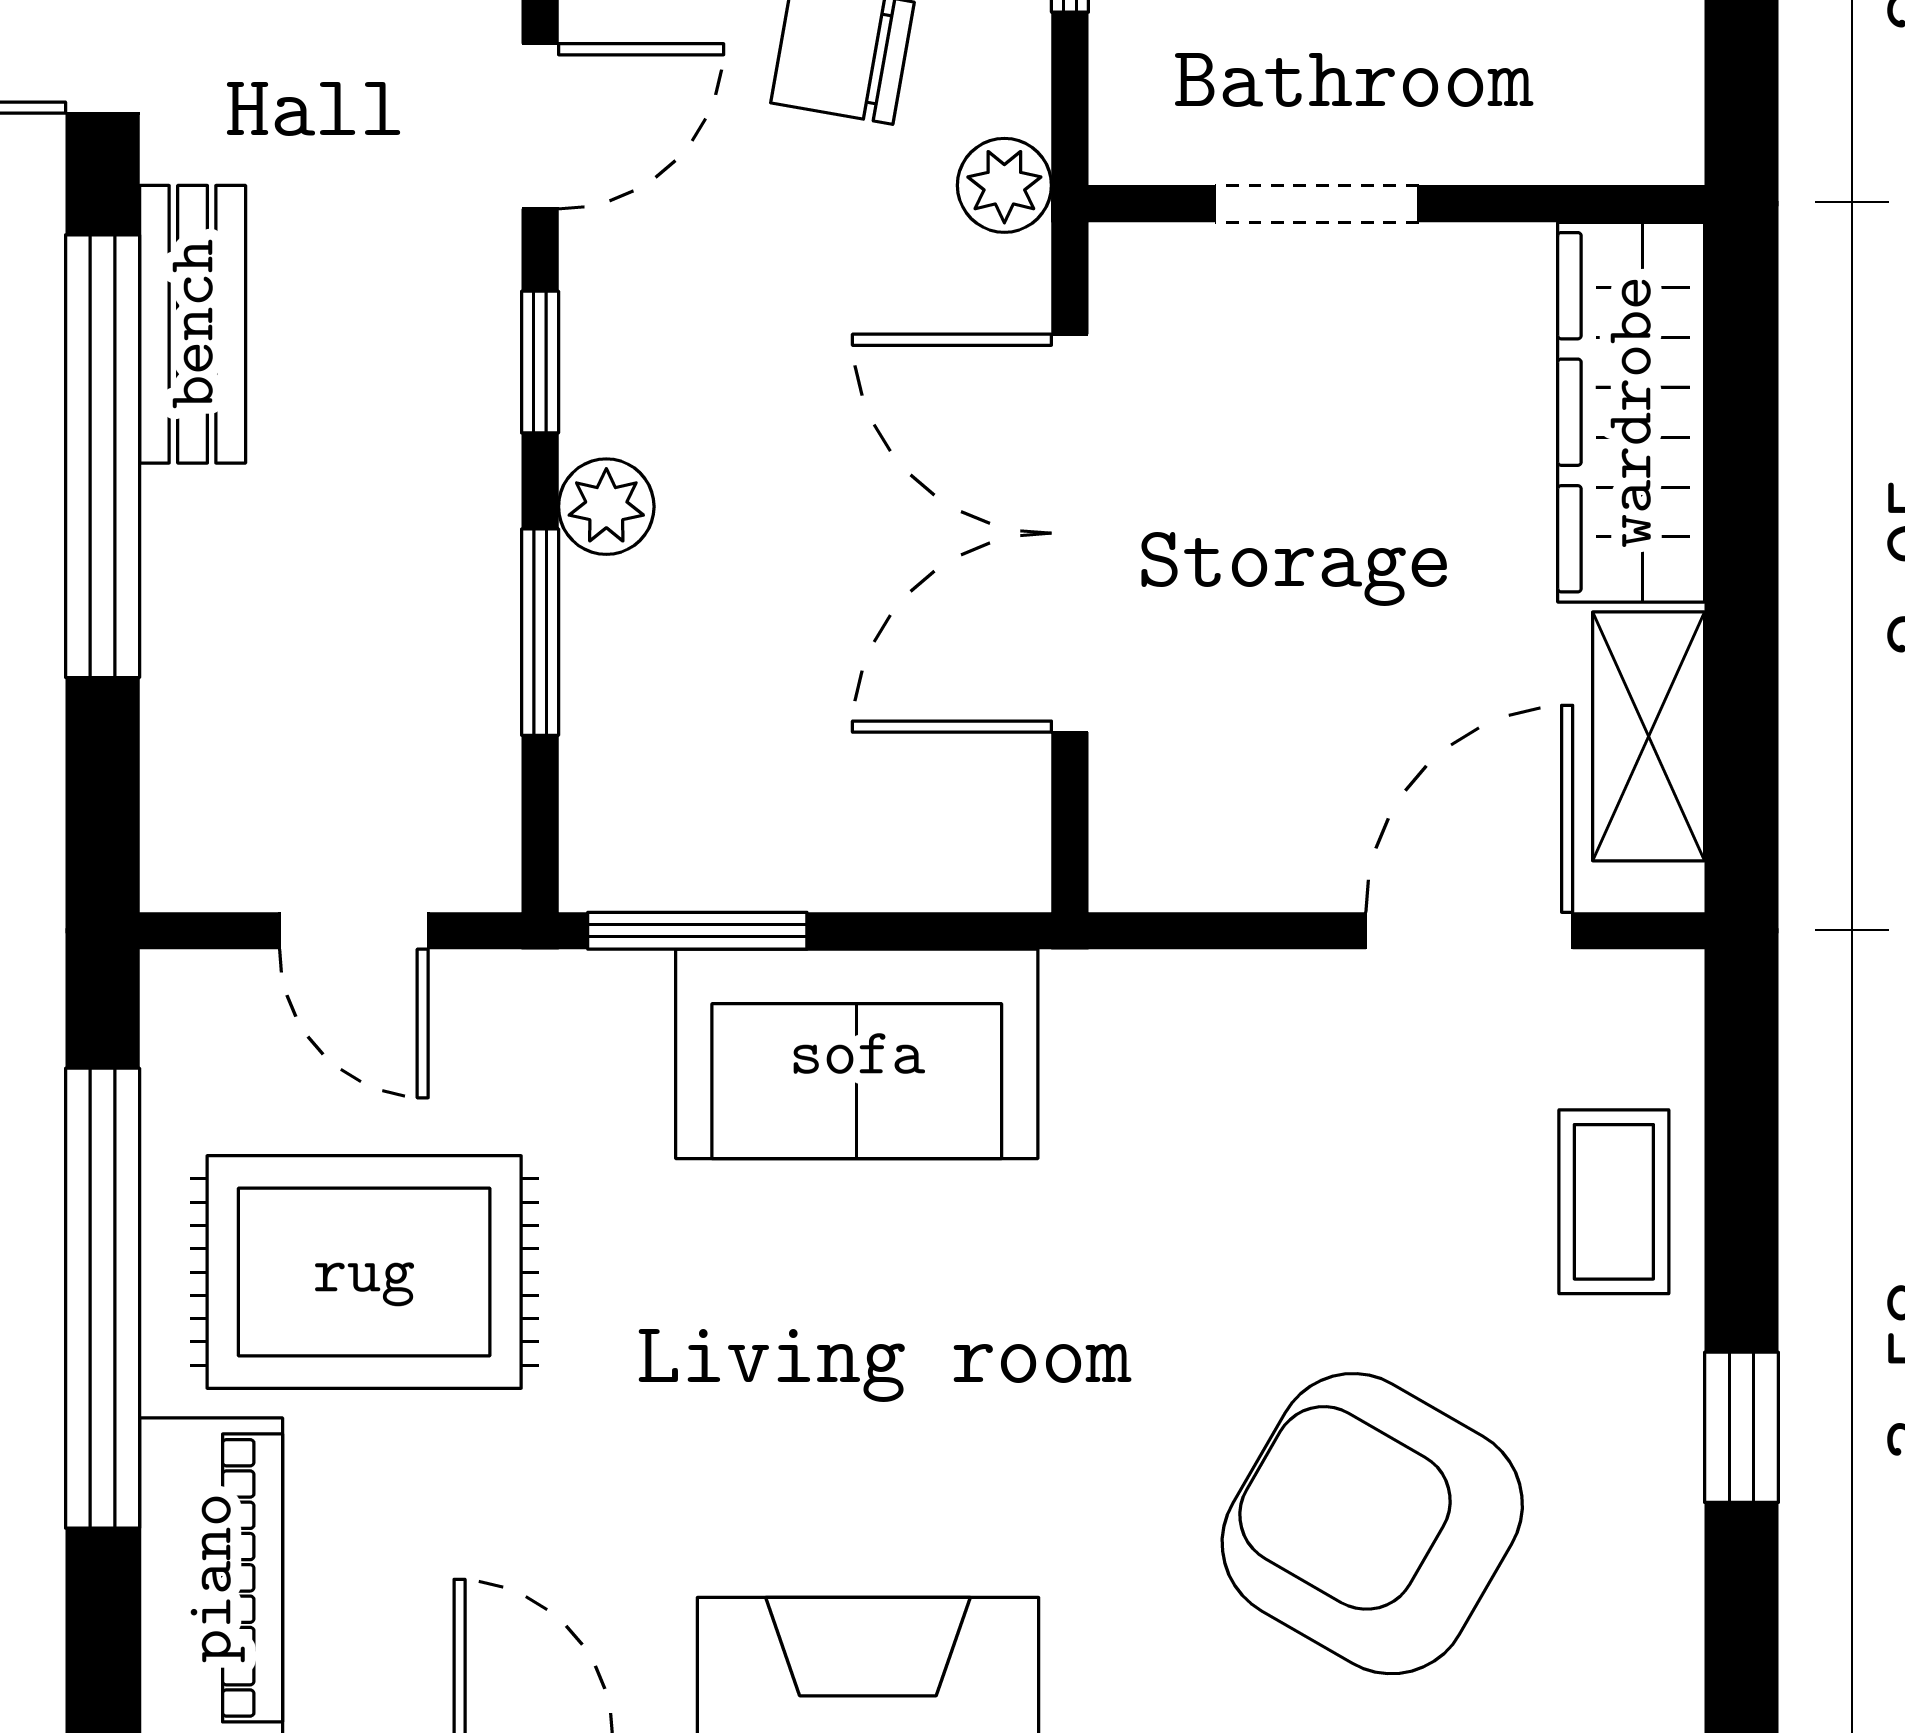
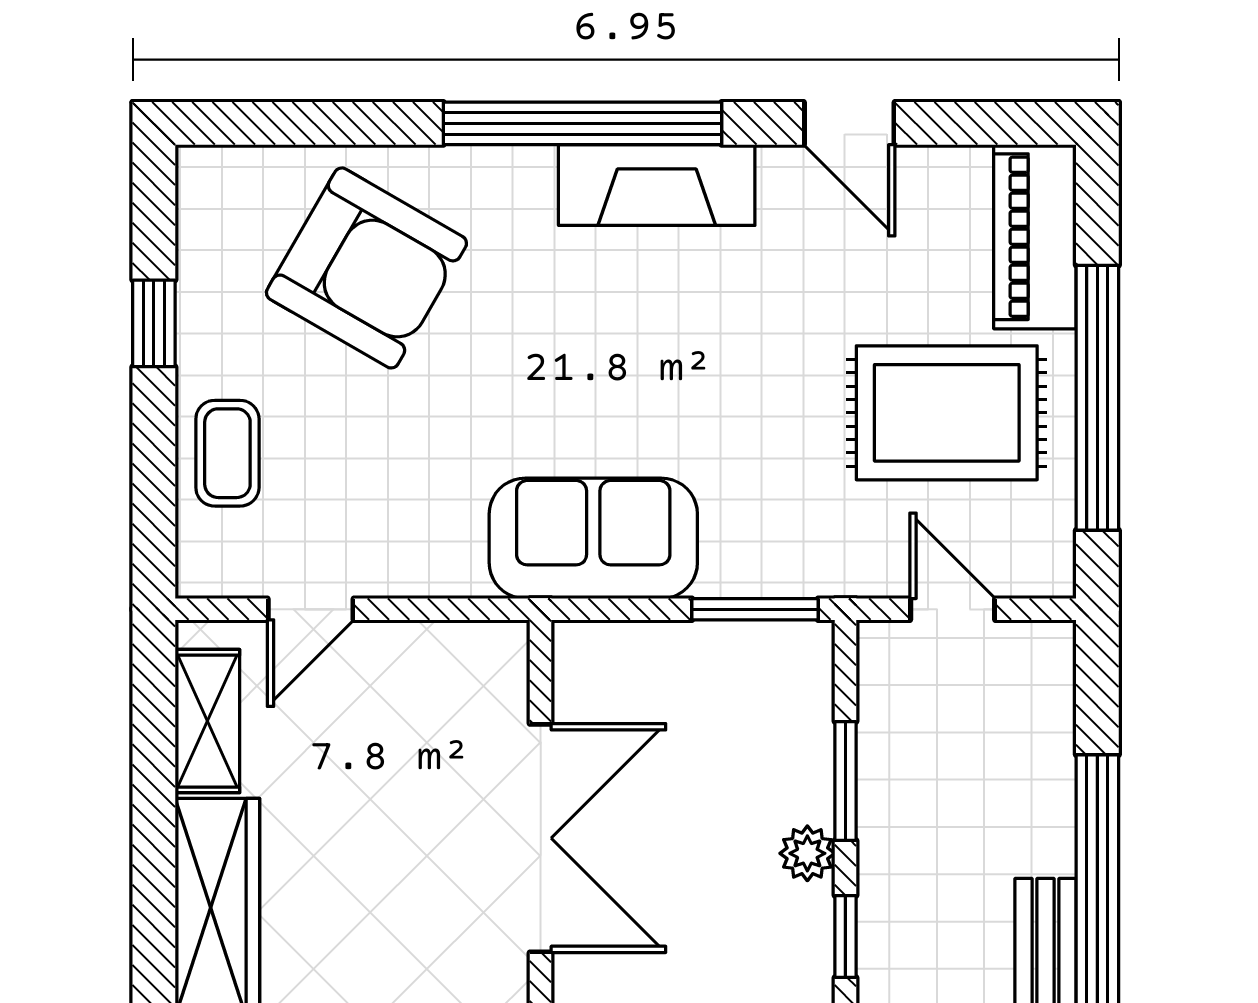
door: (1469, 931) -> (311, 609), width x0.73
sofa: (857, 1054) -> (593, 538), moved

